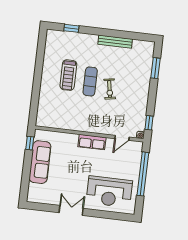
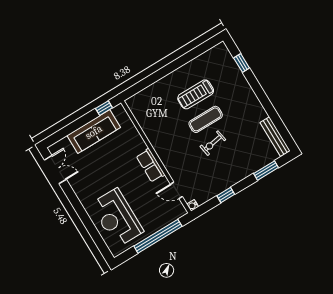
bench: (115, 42) -> (275, 137), moved
window: (149, 123) -> (226, 195), moved
double door: (71, 210) -> (55, 170), moved

